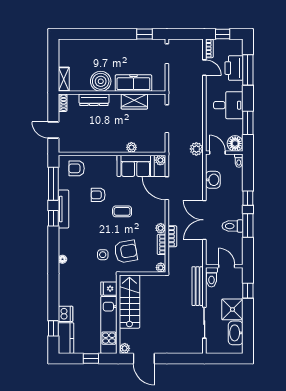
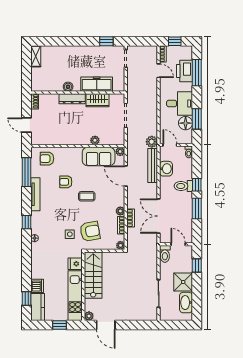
shelving: (64, 79) -> (36, 56), moved
boiler: (101, 81) -> (68, 87), width x0.54, depth x0.54
dresser: (94, 100) -> (72, 99), moved
floor lamp: (235, 143) -> (186, 123), moved
window: (53, 218) -> (27, 222), moved
double door: (204, 220) -> (159, 216), moved
toilet: (233, 226) -> (183, 186), moved
bench: (198, 286) -> (153, 165), moved

